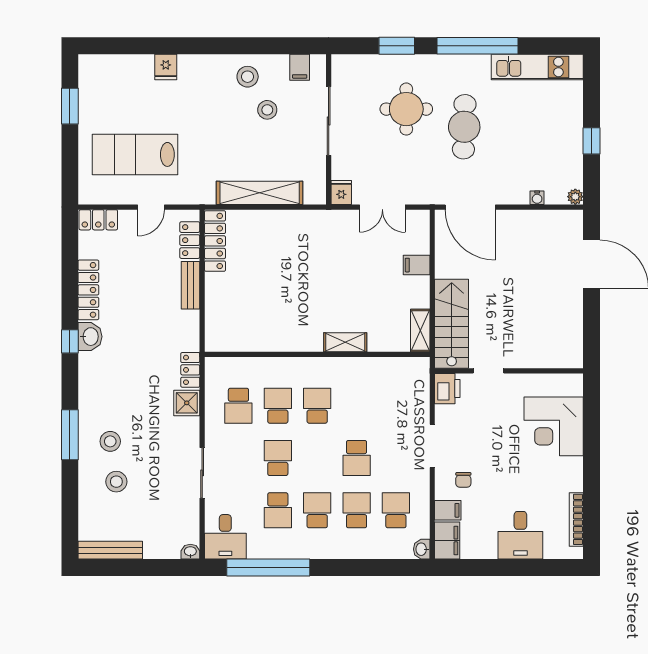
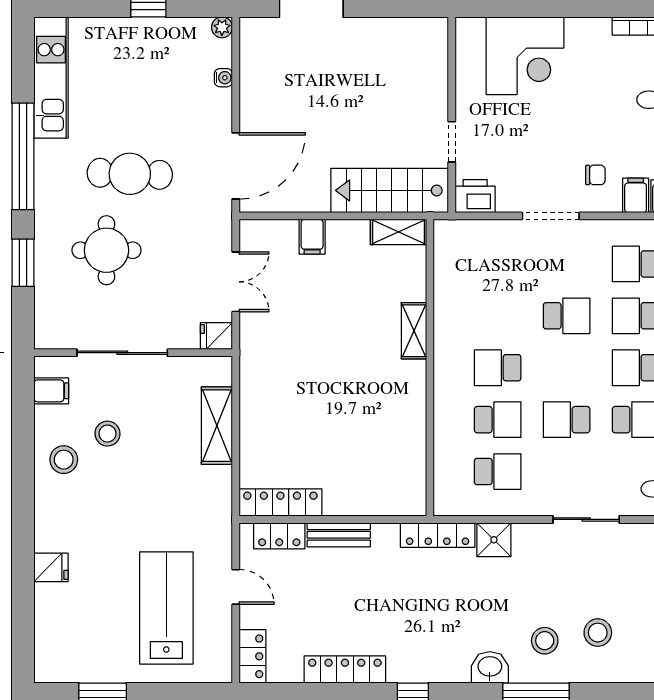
lab bench: (135, 154) -> (166, 608), turned 180
shelving: (260, 193) -> (217, 426), width x0.68
washbasin: (90, 337) -> (490, 667), moved
locker: (190, 370) -> (438, 535), width x1.53
school desk: (278, 406) -> (498, 420), turned 180

